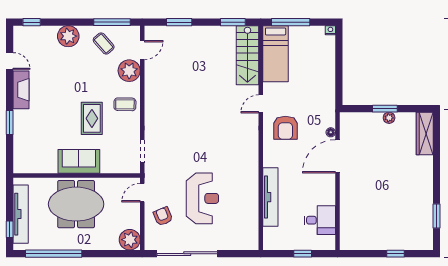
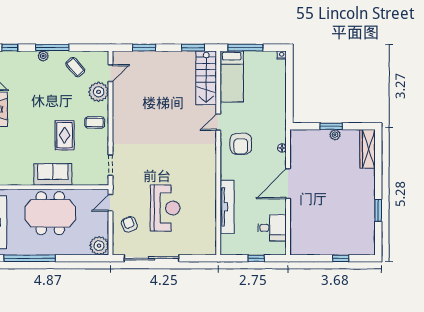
window: (112, 22) -> (52, 48), moved
plant: (68, 36) -> (43, 56), width x0.53, depth x0.53
door: (337, 156) -> (288, 184), moved
window: (437, 216) -> (378, 210), moved

